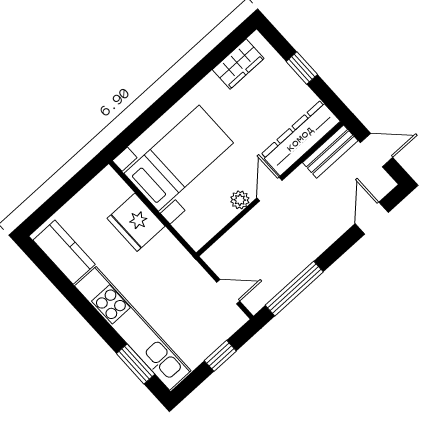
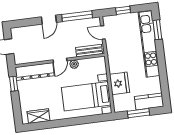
window: (302, 68) -> (14, 84), moved
bench: (330, 152) -> (89, 51), moved
window: (65, 193) -> (138, 113), added
door: (372, 218) -> (49, 20), moved
kitchen counter: (64, 252) -> (149, 101), moved, turned 90

